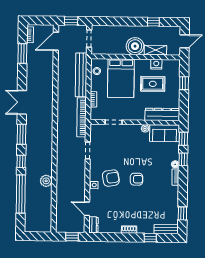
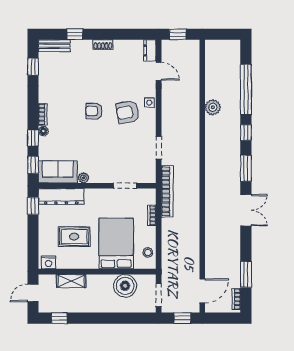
window: (153, 22) -> (59, 318), moved
boiler: (135, 46) -> (125, 286), moved
nightstand: (156, 64) -> (49, 262), moved
bench: (81, 75) -> (168, 247), removed
window: (184, 83) -> (33, 206), moved

